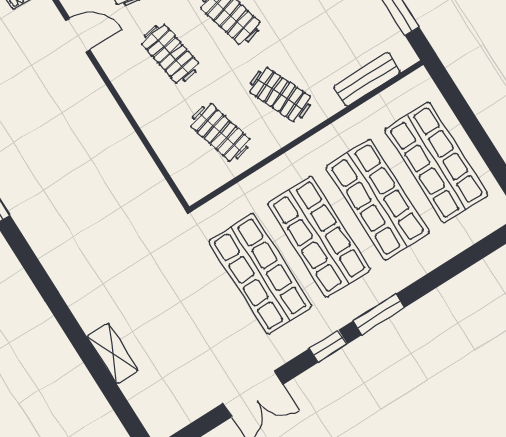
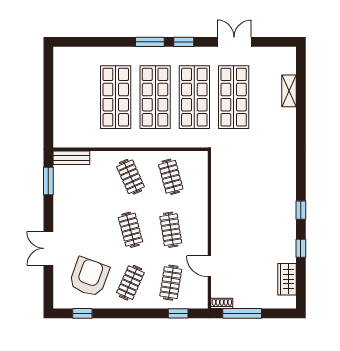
bench: (367, 79) -> (71, 158), moved
shop shelf: (436, 162) -> (234, 97), moved
shelving: (113, 353) -> (289, 91), moved

